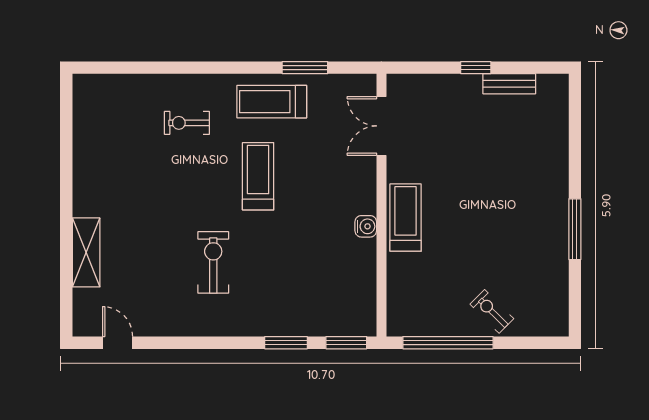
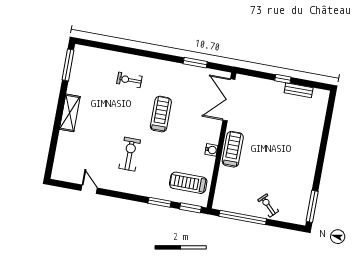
treadmill: (272, 102) -> (188, 183), moved
window: (66, 116) -> (68, 65), added
double door: (381, 126) -> (229, 100), width x1.37
window: (575, 229) -> (312, 206), moved
shelving: (86, 252) -> (70, 113), moved
door: (118, 343) -> (89, 189), moved

